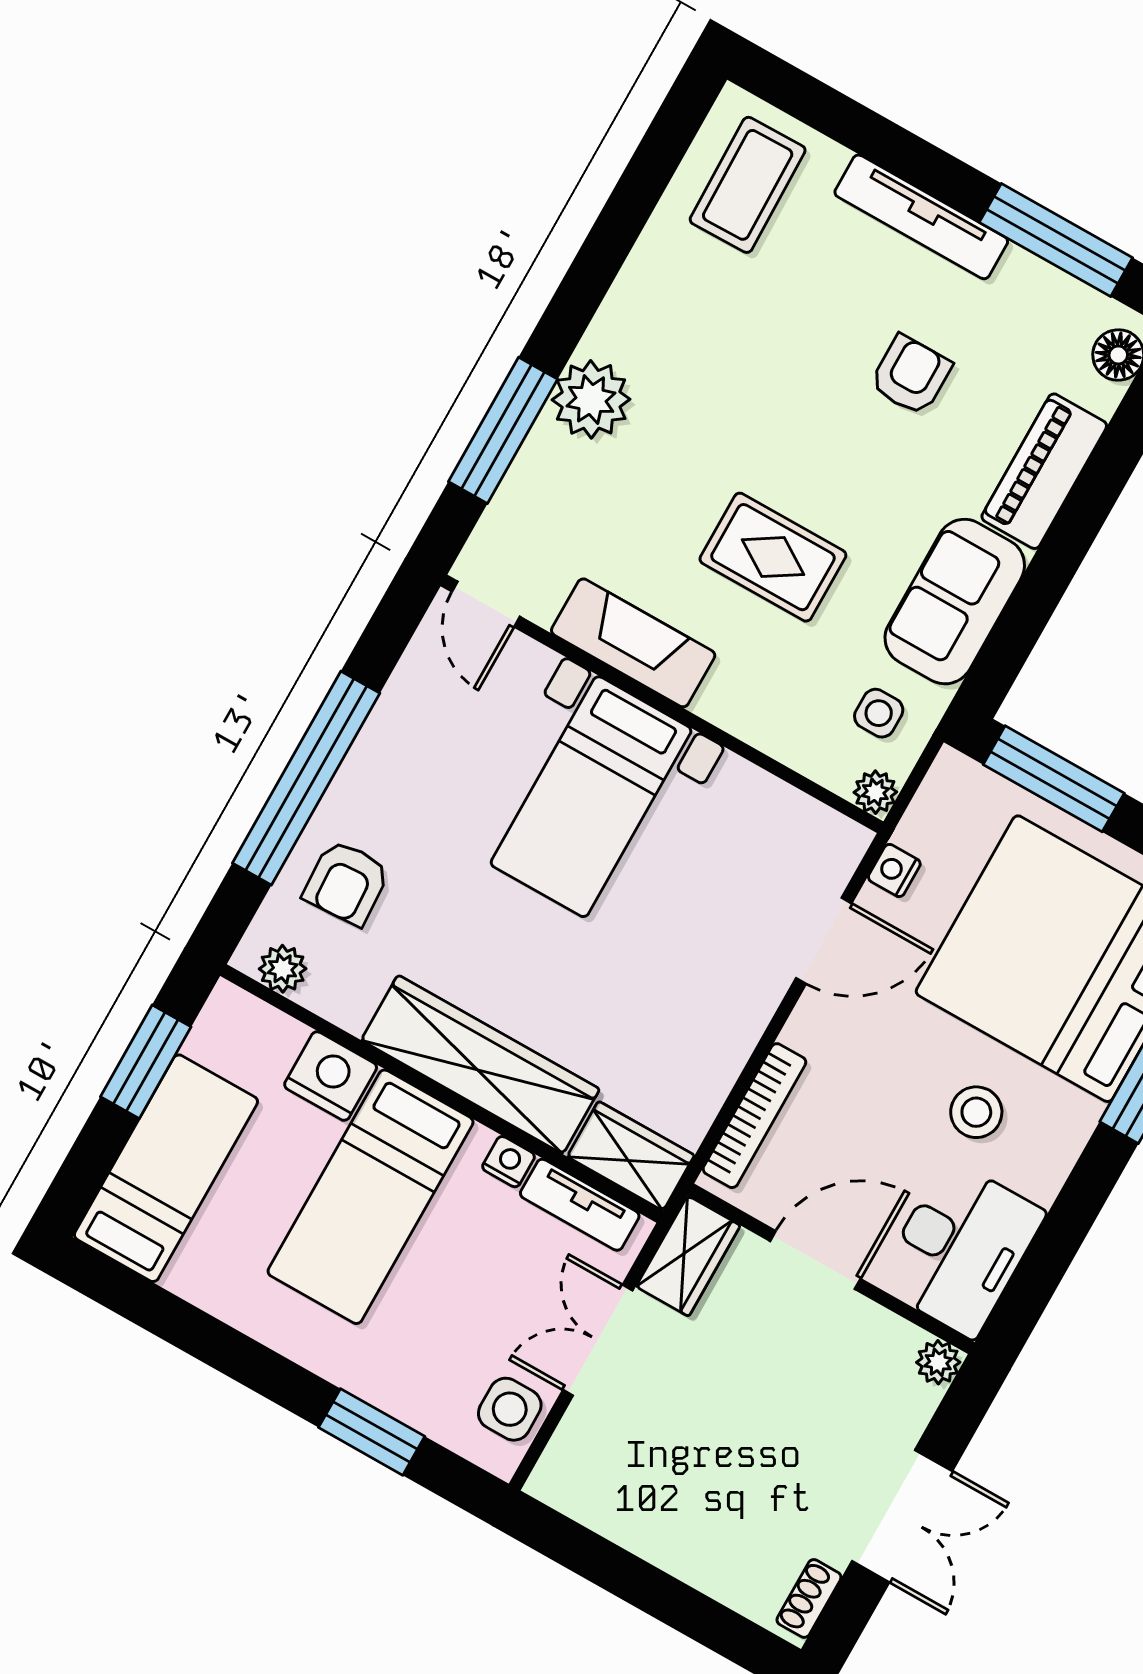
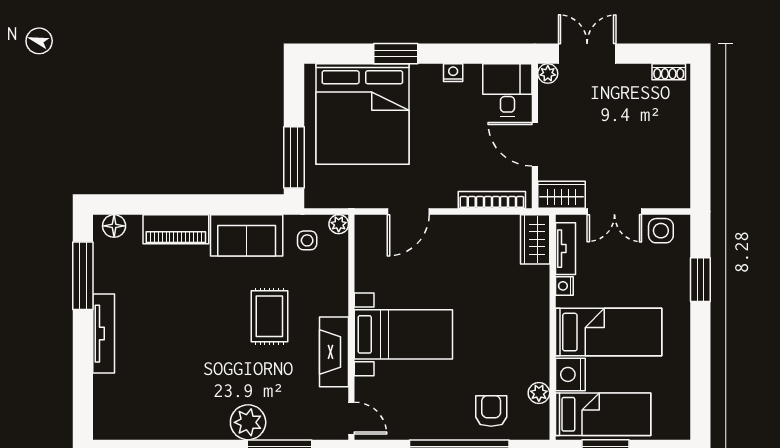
coffee table: (748, 185) -> (130, 409), removed
armchair: (911, 375) -> (168, 303), removed
door: (486, 604) -> (351, 418), hinge flipped
nightstand: (894, 870) -> (453, 73), moved, turned 180
armchair: (346, 883) -> (491, 411), turned -87
door: (824, 941) -> (408, 212), swing flipped
plant: (283, 969) -> (539, 393), moved
wardrobe: (480, 1065) -> (533, 318), removed
stool: (976, 1112) -> (442, 114), removed
bed: (166, 1168) -> (603, 414), moved, turned 180
desk: (960, 1248) -> (507, 90), width x0.73
double door: (902, 1516) -> (587, 54), moved

